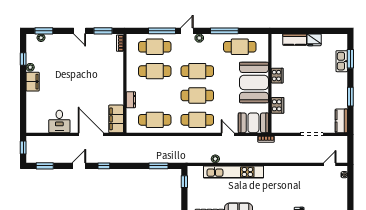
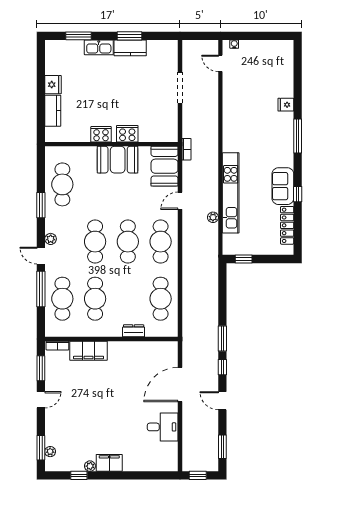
window: (224, 31) -> (41, 205), width x0.69
kitchen sink: (342, 61) -> (99, 47), moved
booth: (254, 82) -> (118, 160), width x0.73, depth x0.70
cooker: (277, 105) -> (127, 134), moved
filing cabinet: (116, 119) -> (89, 351), moved
kitchen counter: (341, 121) -> (130, 48), moved
window: (158, 166) -> (222, 339), moved

